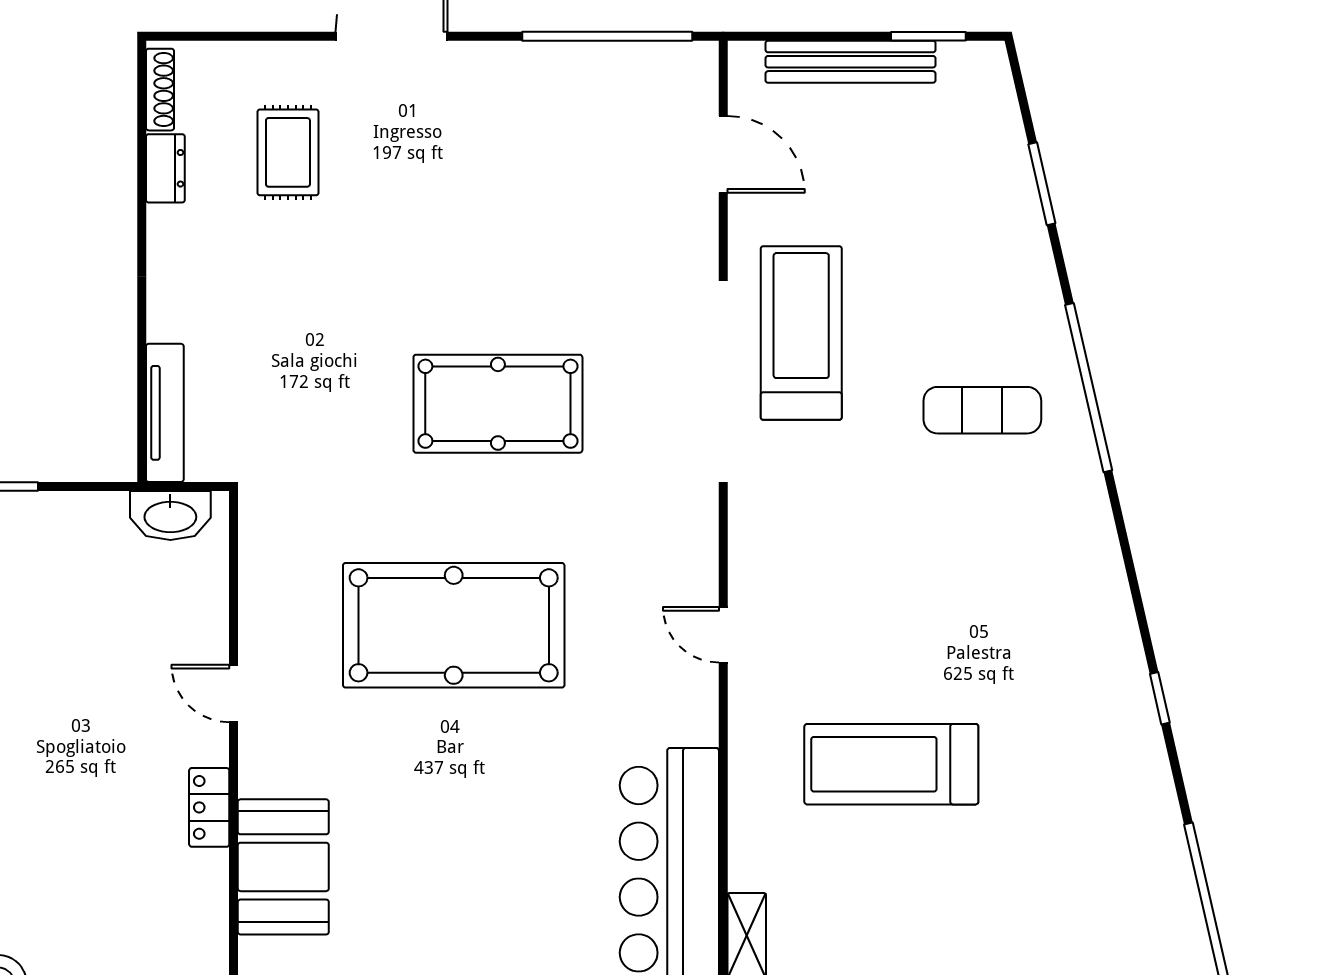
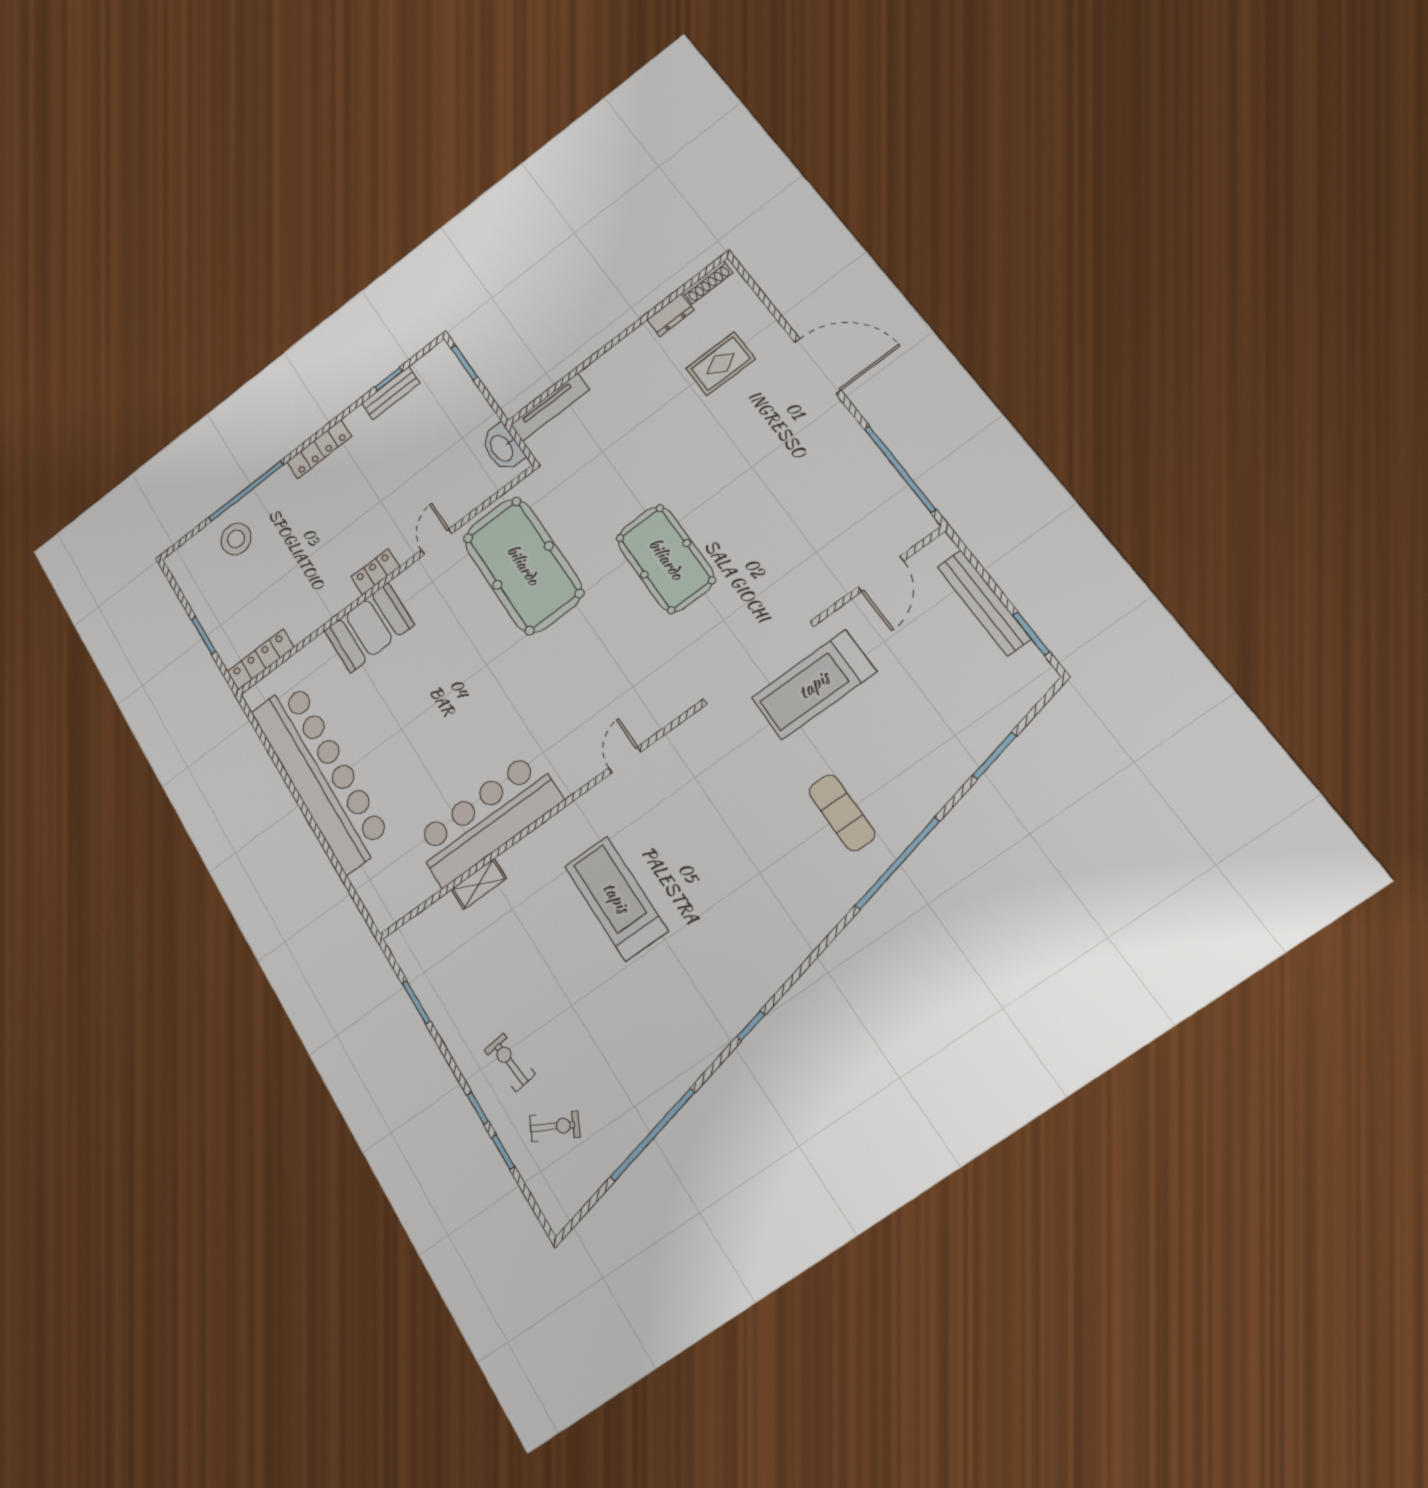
treadmill: (801, 333) -> (814, 685), turned 180
pool table: (454, 625) -> (523, 565), moved

